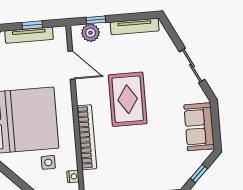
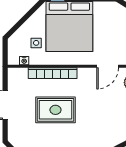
rug: (128, 99) -> (55, 110), moved

